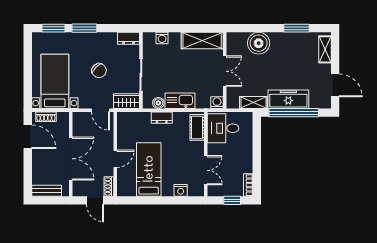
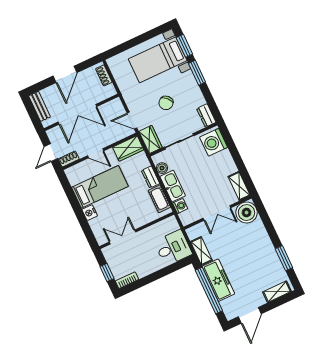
washing machine: (162, 38) -> (214, 142), width x1.89, depth x1.89
shelving: (202, 41) -> (239, 186), width x0.67, depth x0.75
boiler: (259, 43) -> (247, 213), moved
bed with nightstands: (55, 81) -> (158, 60), moved, turned 180
washing machine: (217, 103) -> (180, 206), moved
door: (101, 110) -> (132, 120), hinge flipped
wardrobe: (125, 126) -> (128, 148), added
cot: (197, 127) -> (159, 199), moved, turned 90
desk: (223, 128) -> (173, 248), moved, turned 90
door: (28, 137) -> (65, 74), moved
double door: (206, 170) -> (123, 237), swing flipped
nightstand: (181, 190) -> (90, 213), moved

